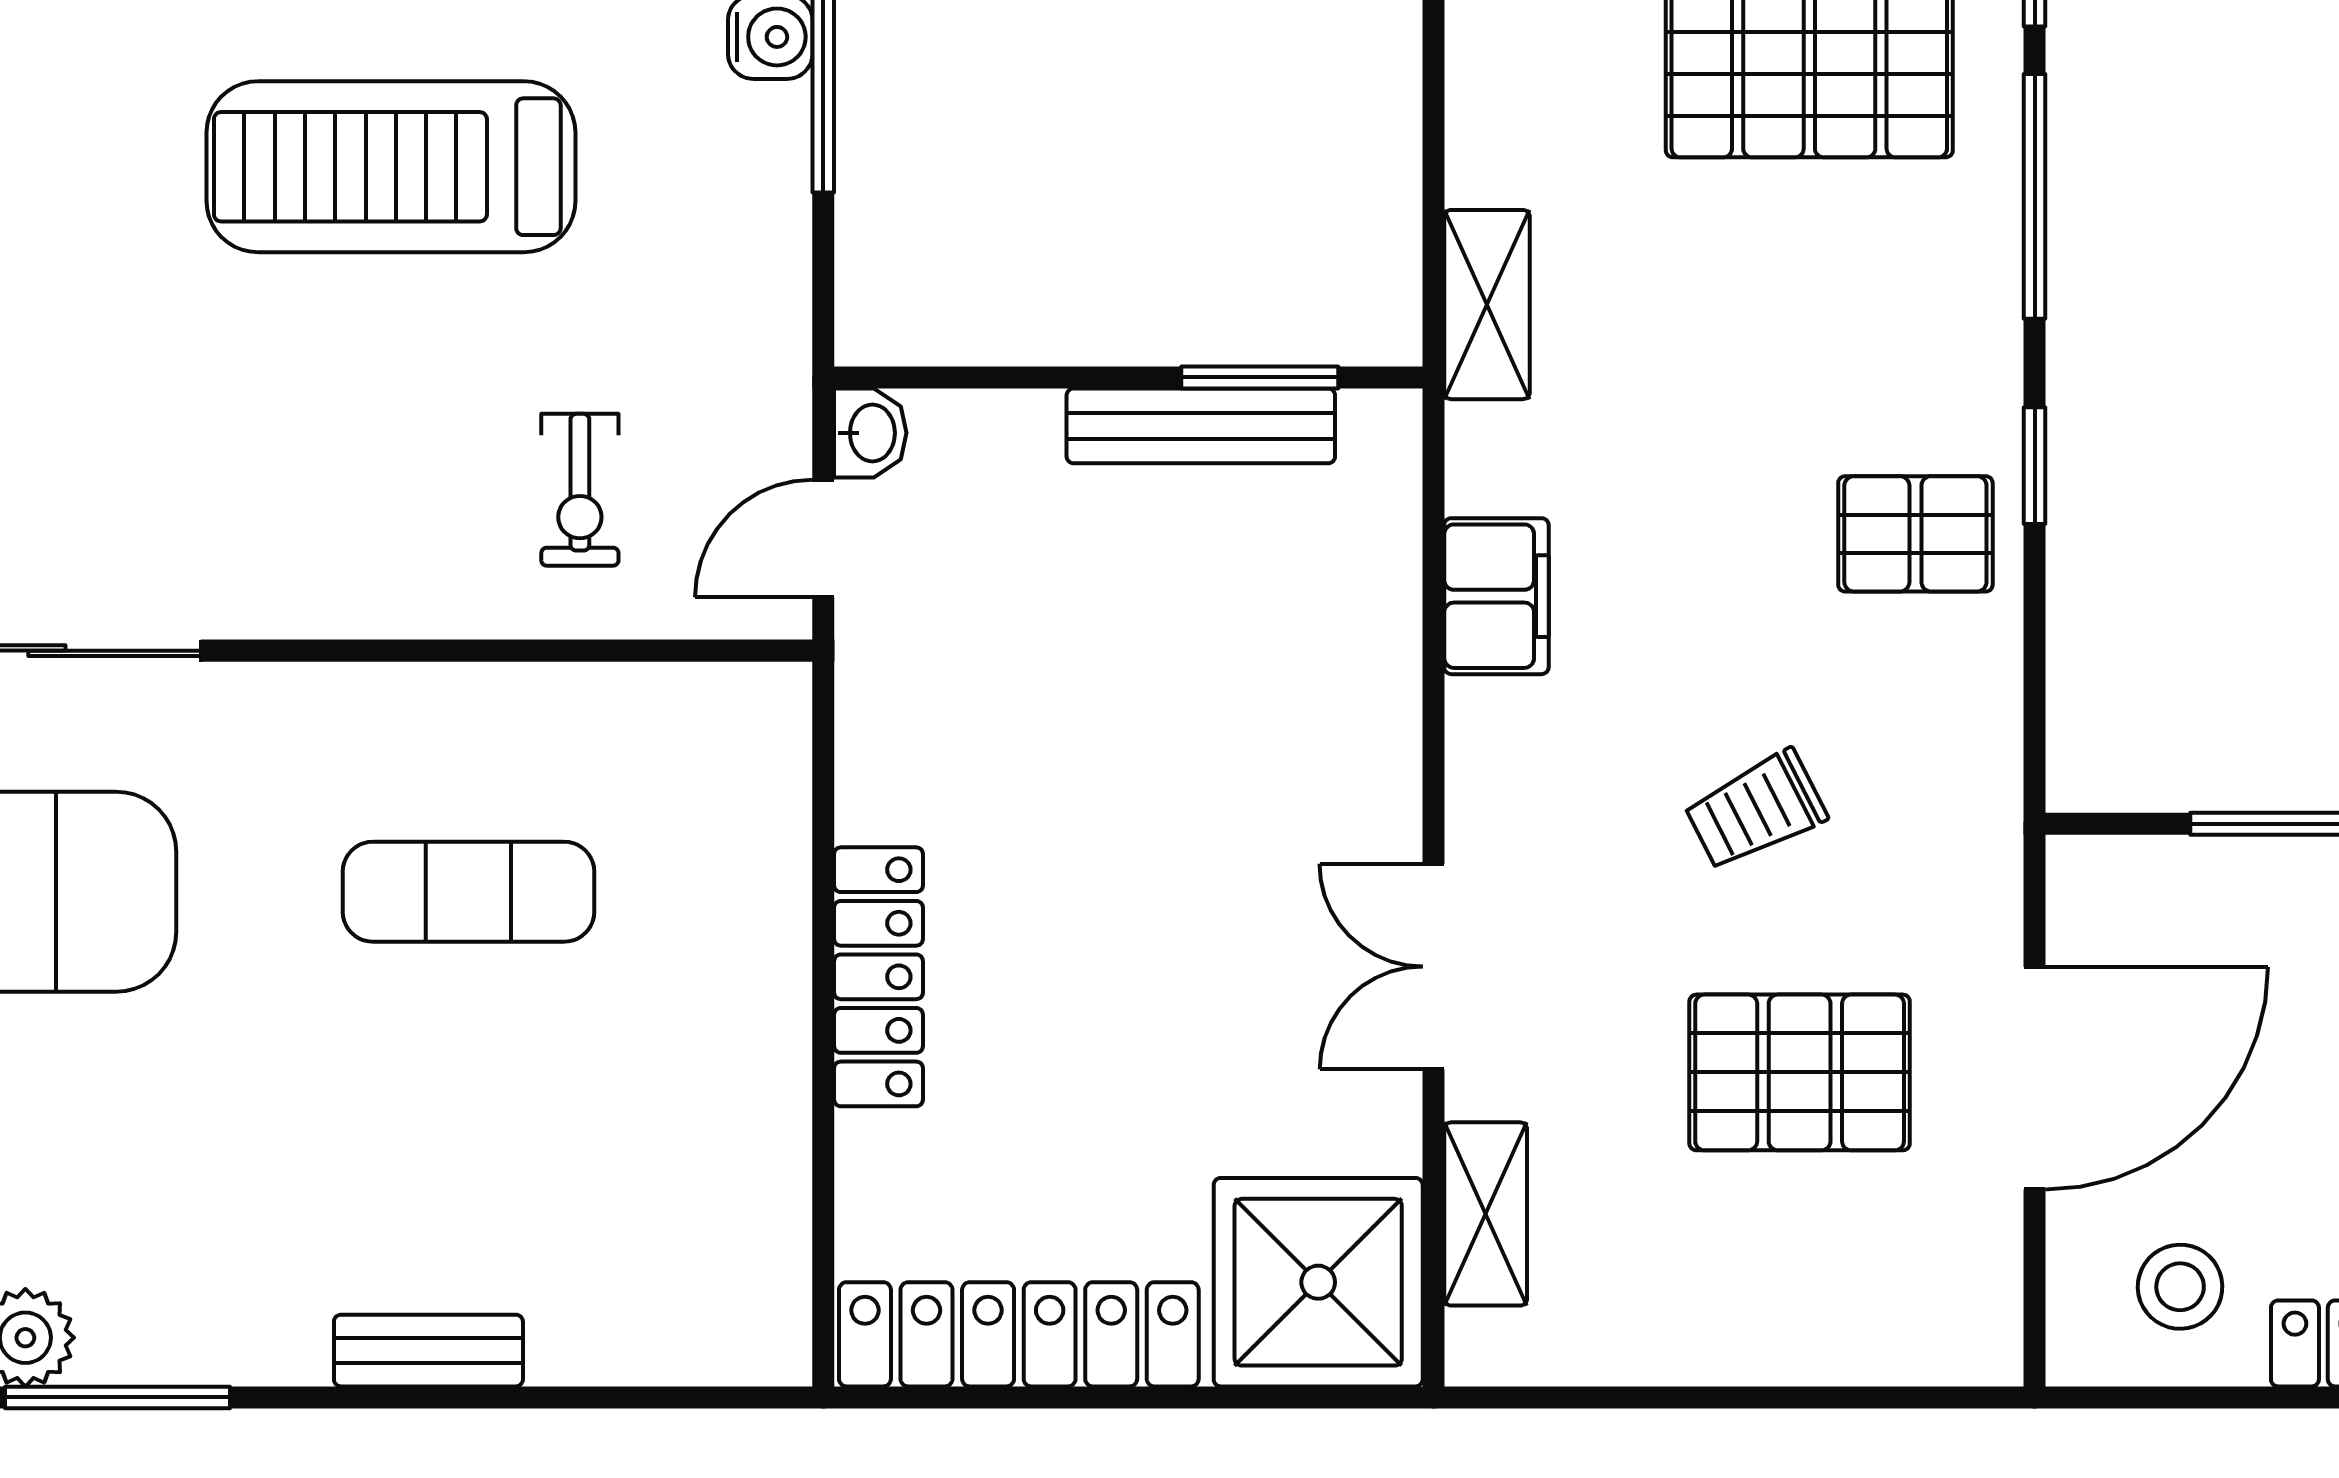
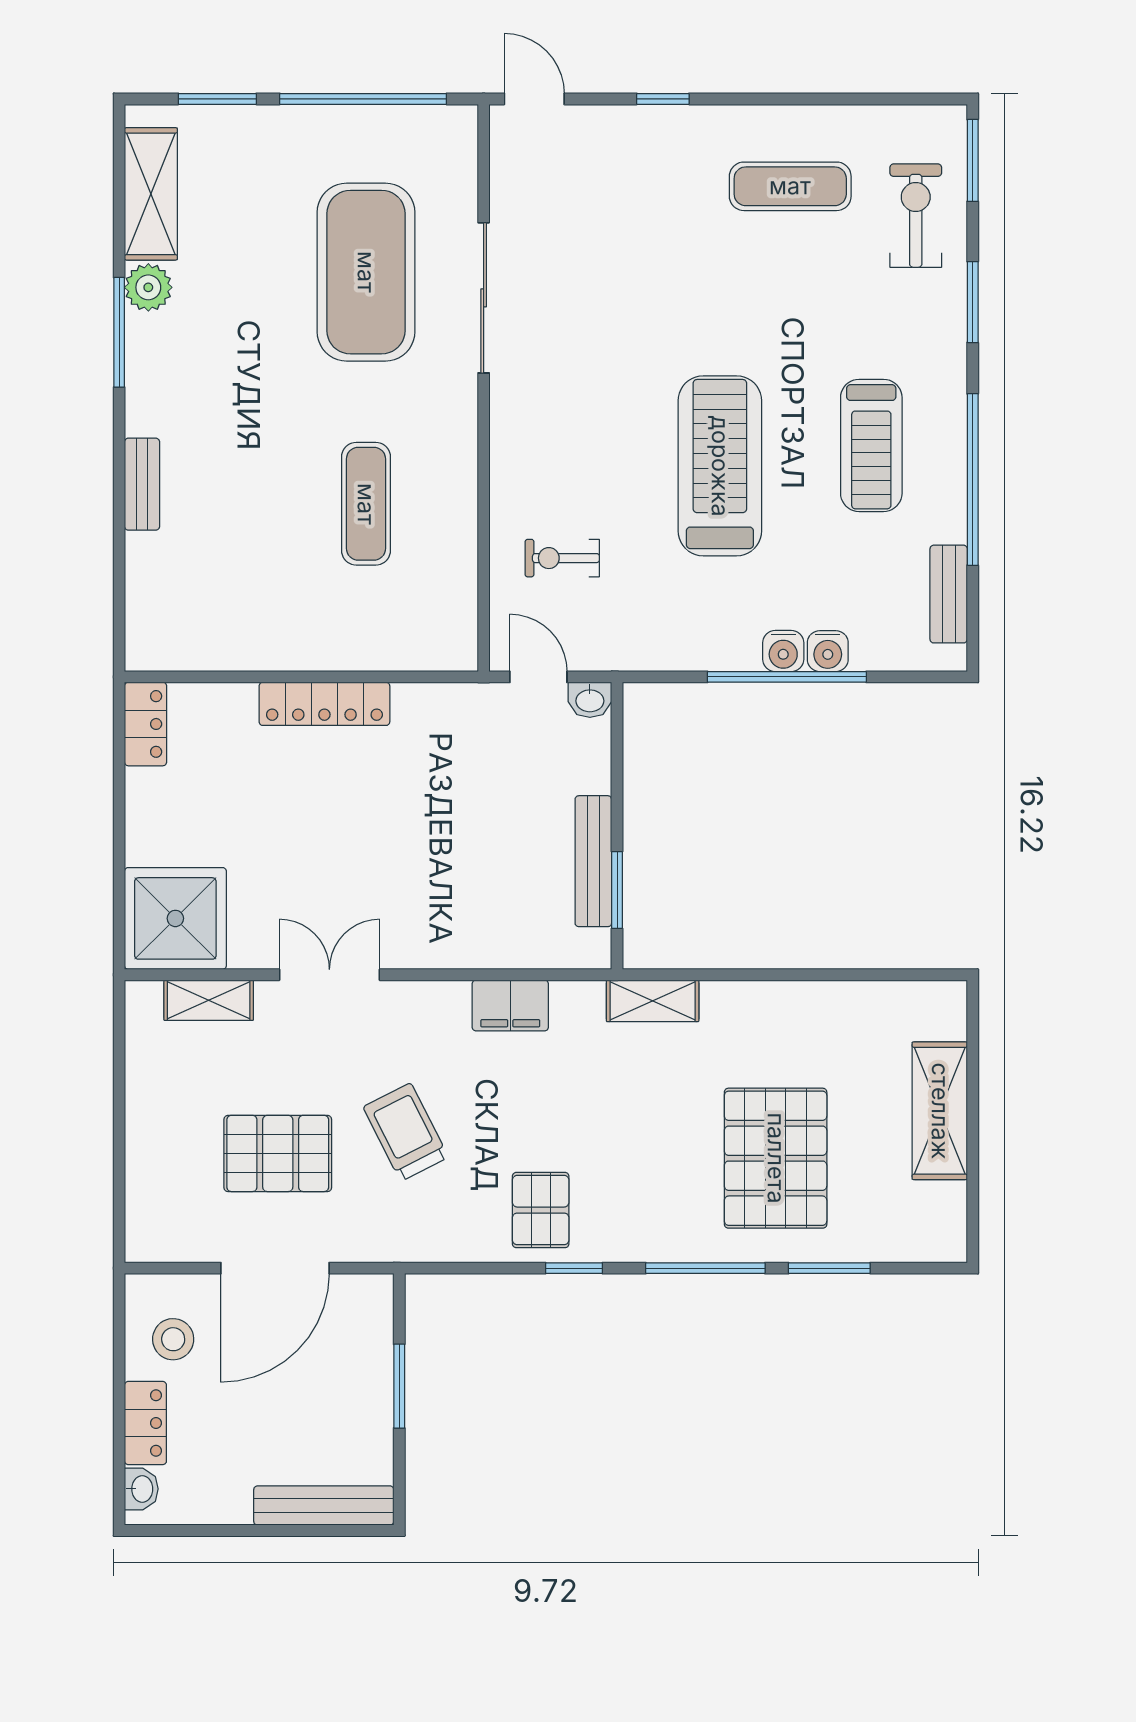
trolley: (1756, 810) -> (406, 1132), width x1.36, depth x1.39
pallet: (1800, 1072) -> (278, 1153), turned 90
door: (2035, 1078) -> (275, 1268), hinge flipped
locker: (1019, 1334) -> (146, 724), width x0.46, depth x0.83

